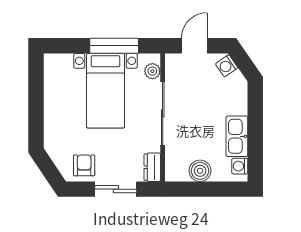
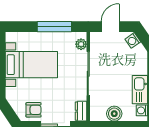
bed with nightstands: (106, 91) -> (31, 65), moved, turned -90
armchair: (84, 165) -> (33, 110), turned 90

